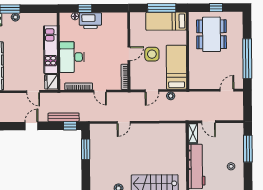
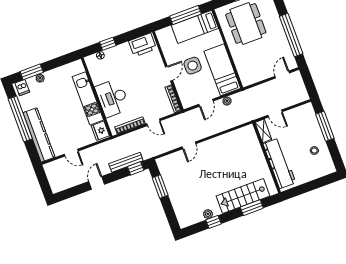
printer: (90, 21) -> (143, 45), moved
door: (33, 92) -> (71, 153), moved

